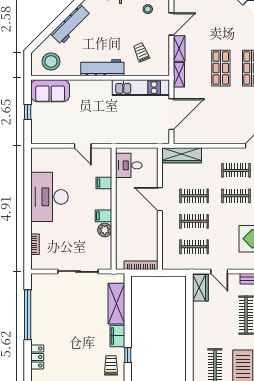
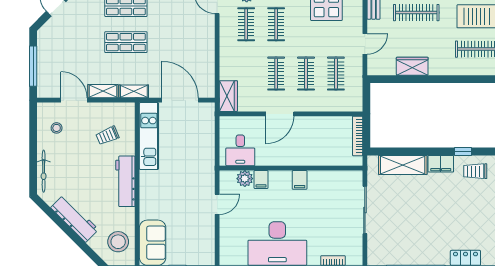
wardrobe: (182, 155) -> (228, 96), width x0.67
plant: (105, 230) -> (245, 179), moved
wardrobe: (200, 288) -> (412, 66), moved

